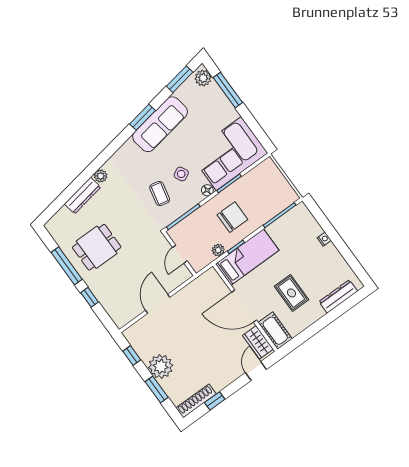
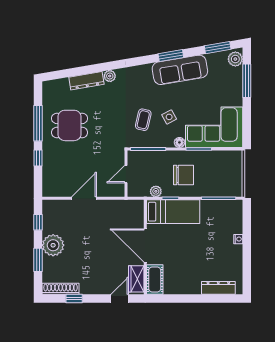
rug: (291, 293) -> (186, 261), removed

